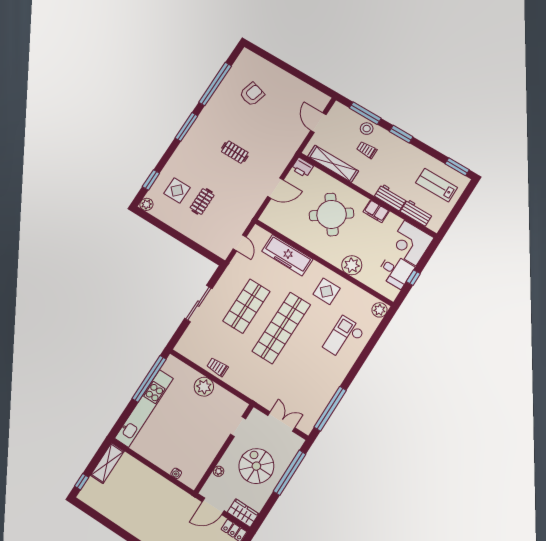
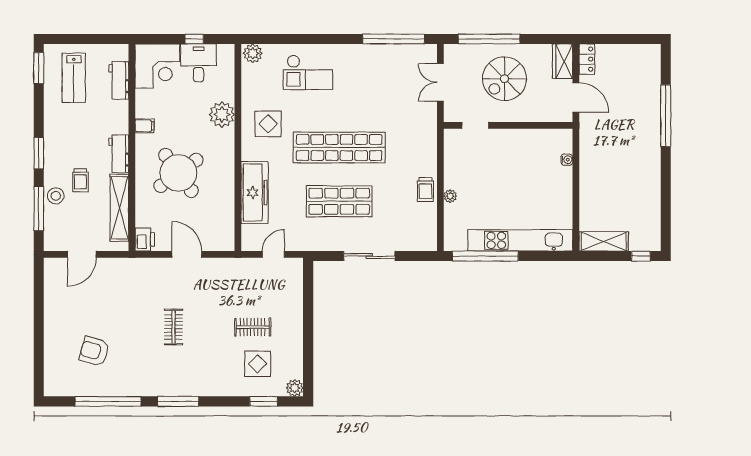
workbench: (391, 197) -> (119, 154), moved
filing cabinet: (376, 211) -> (145, 126), width x0.50
plant: (204, 387) -> (450, 196), width x0.53, depth x0.53
plant: (219, 471) -> (536, 116), removed

